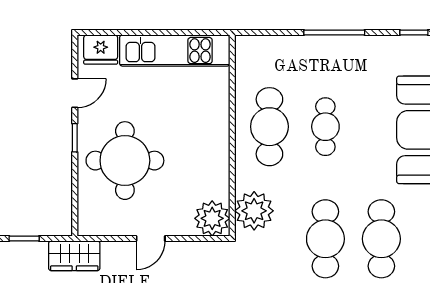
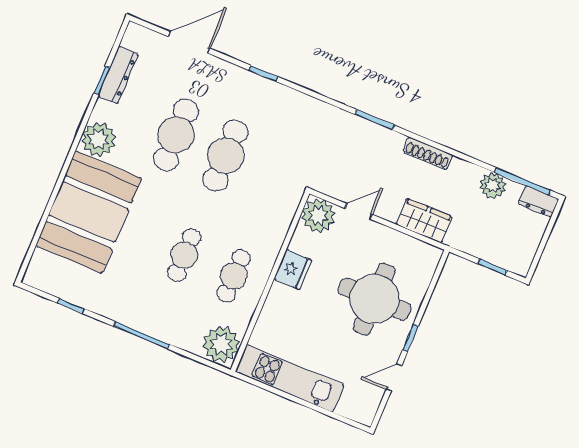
fridge: (101, 50) -> (293, 270), moved, turned 90
cafe table: (269, 127) -> (234, 276), width x0.73, depth x0.74
plant: (254, 211) -> (221, 344), moved
door: (151, 238) -> (358, 211), moved
wardrobe: (74, 256) -> (424, 221), moved

